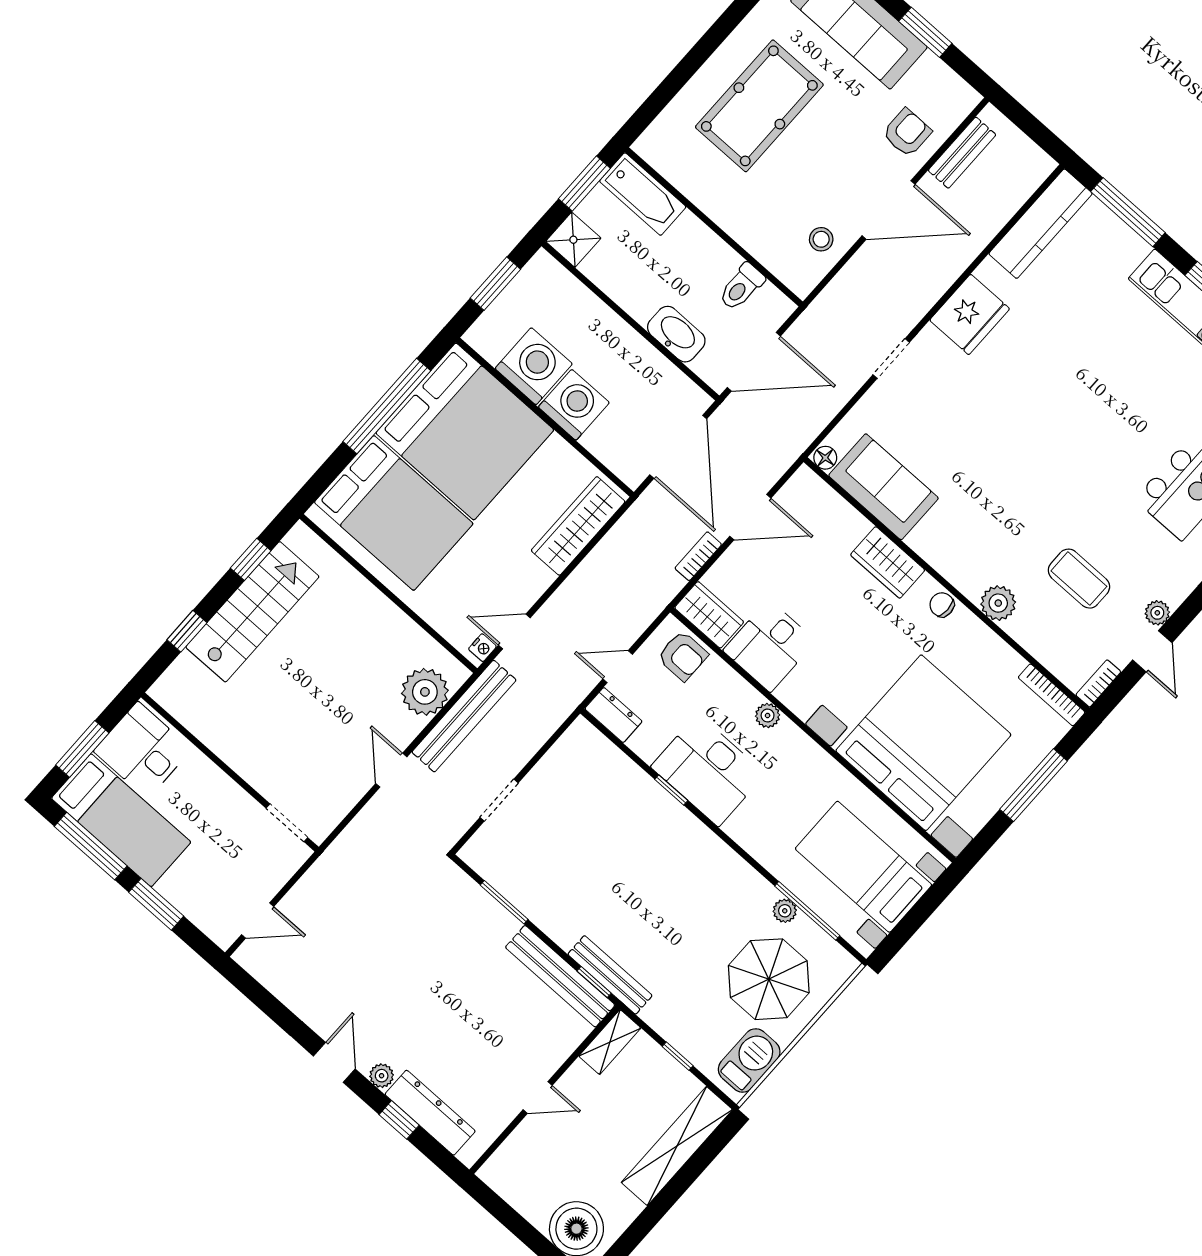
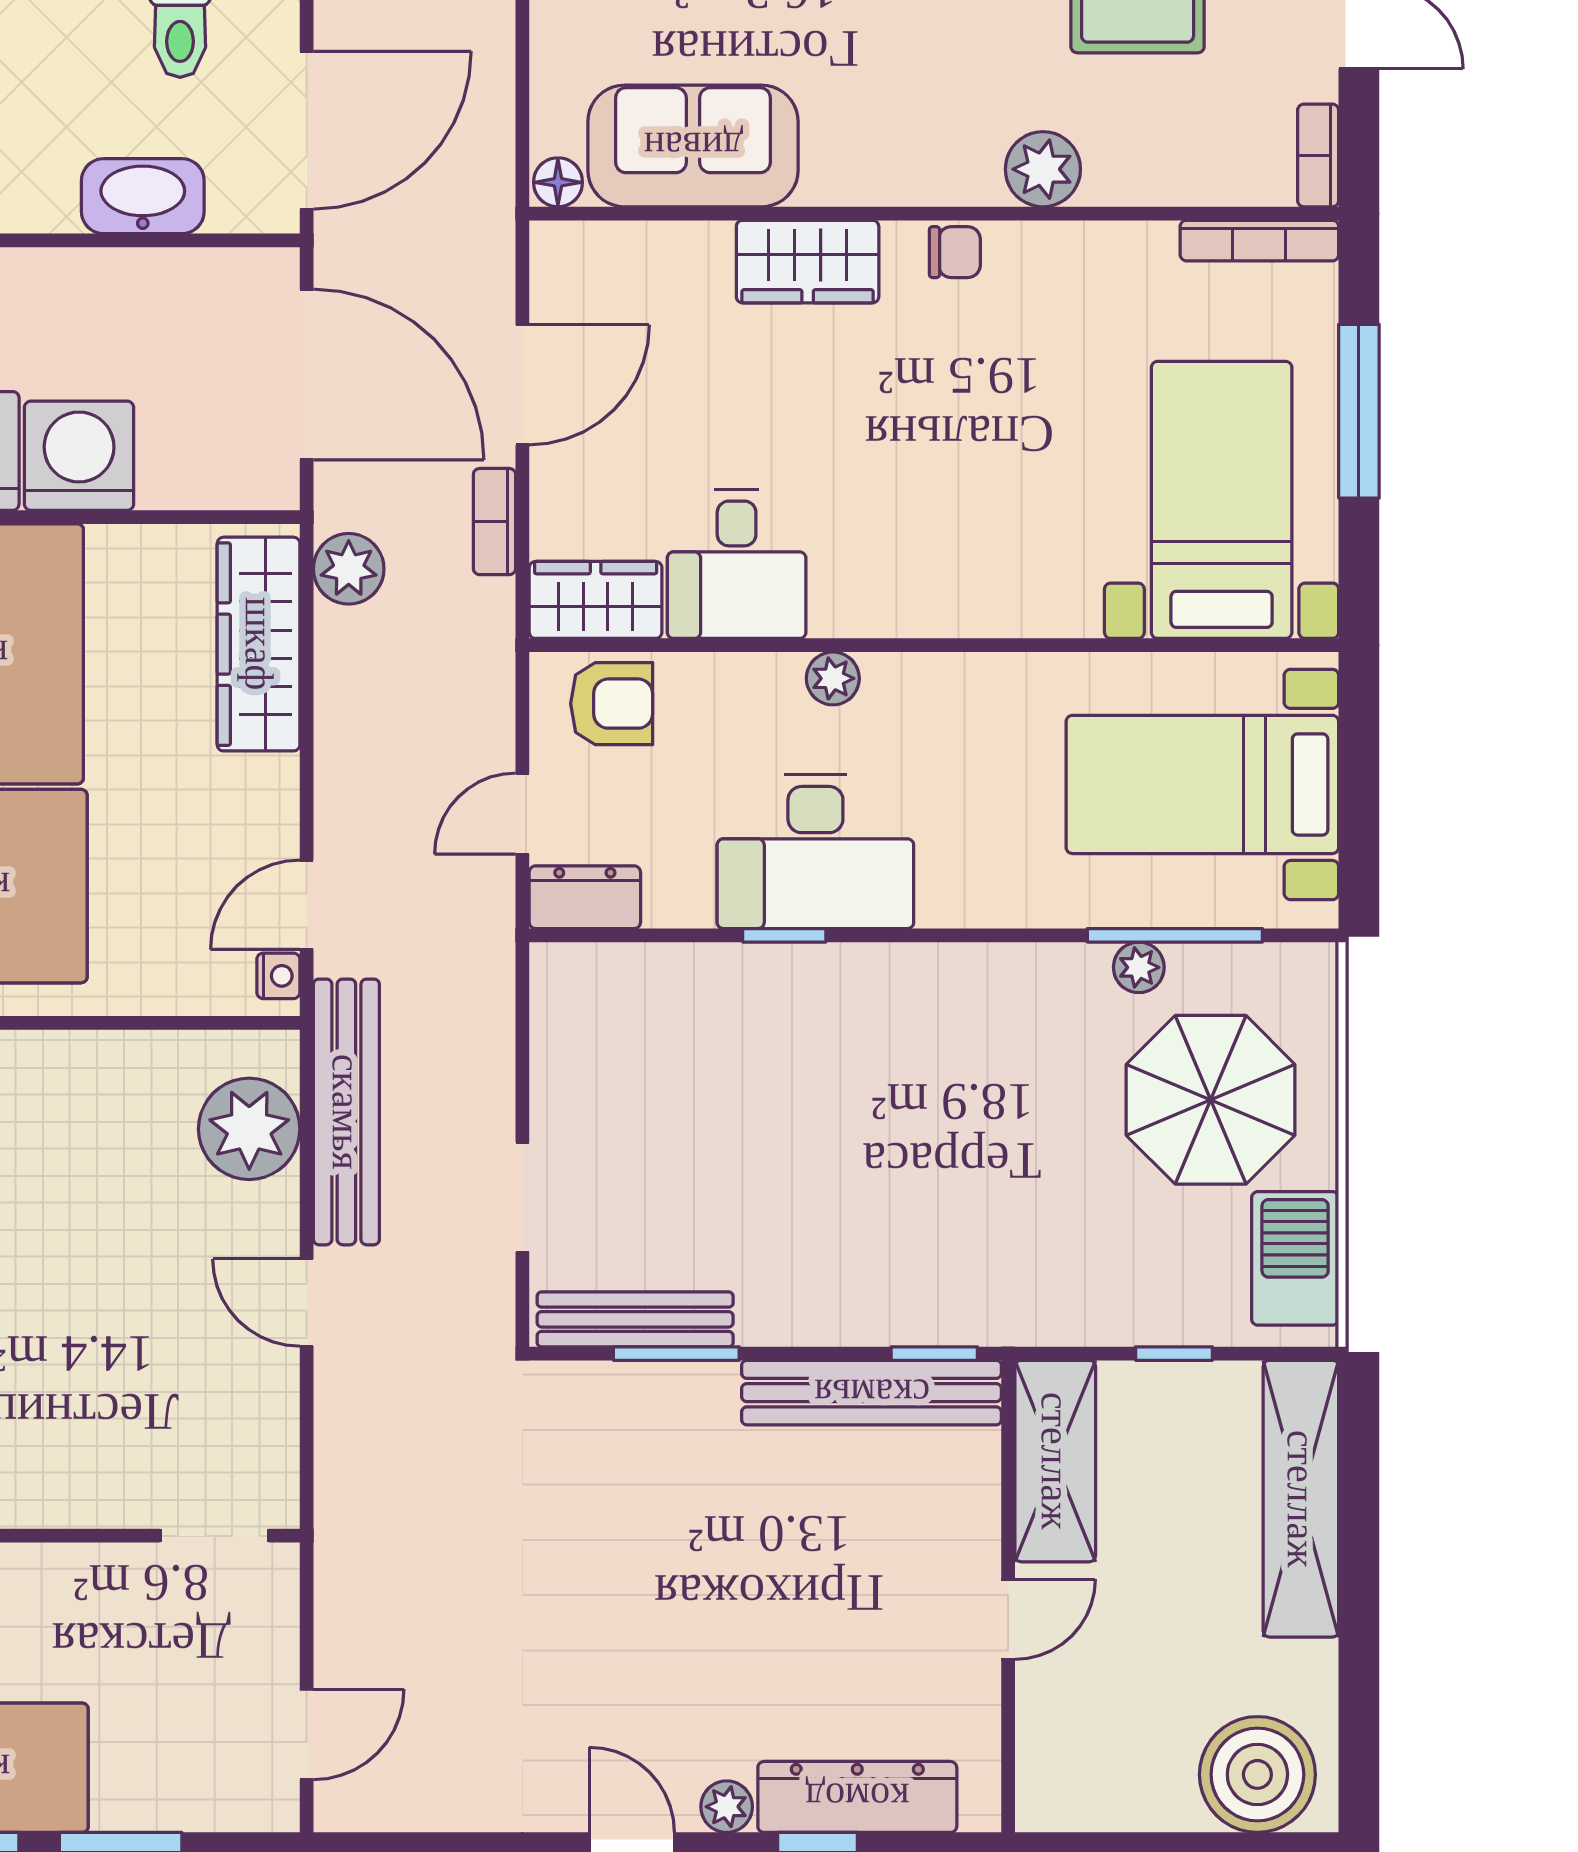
plant: (633, 528) -> (349, 569), added
chair: (942, 605) -> (955, 252), turned 180
bed with nightstands: (923, 743) -> (1222, 500), width x0.54
bench: (610, 975) -> (635, 1319), moved
shelving: (610, 1042) -> (1055, 1461), width x1.50, depth x1.33

